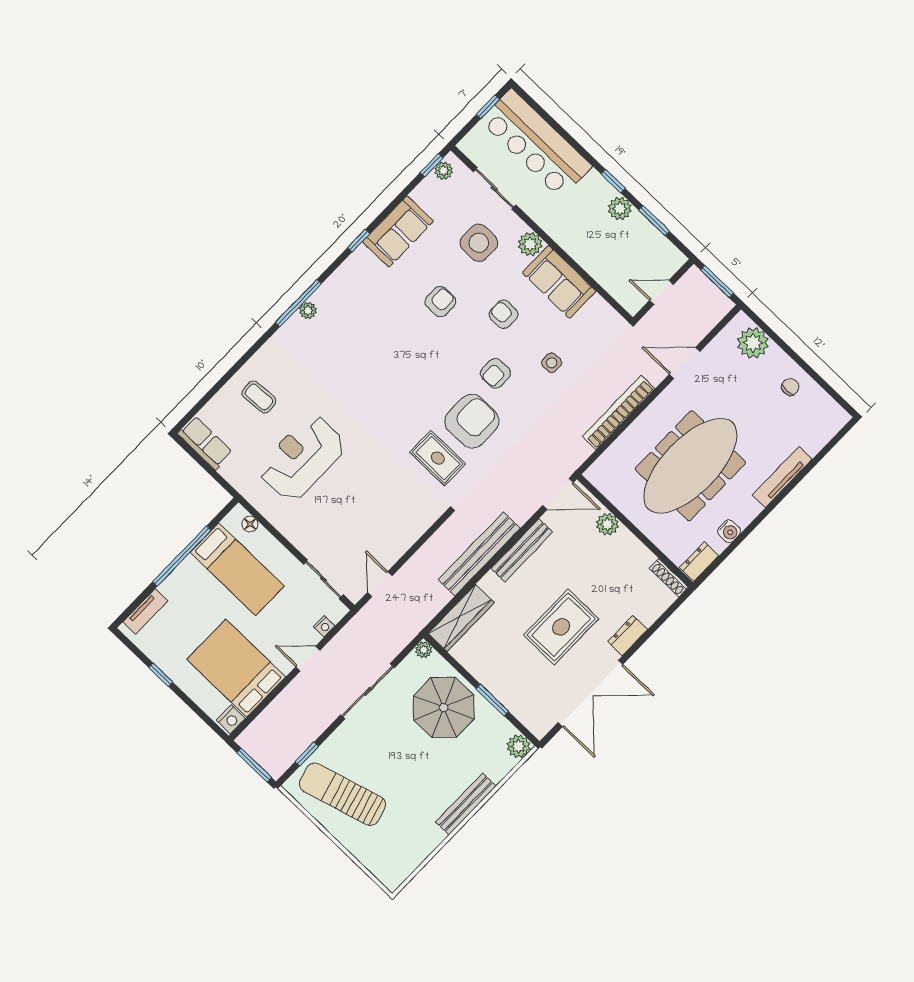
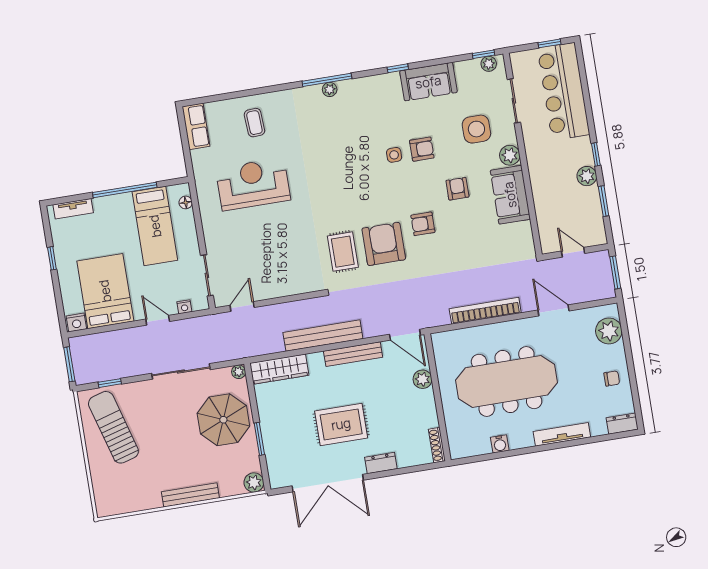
side table: (552, 363) -> (394, 155), moved
armchair: (472, 421) -> (384, 244), turned -90
dresser: (699, 562) -> (622, 424), moved

